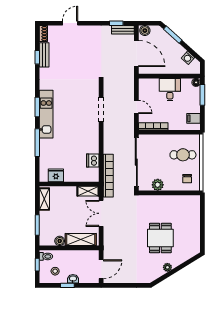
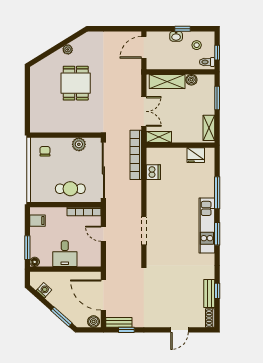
cafe table: (183, 155) -> (70, 189), moved

